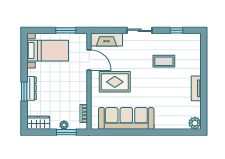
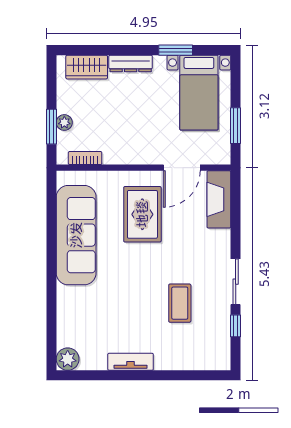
sliding door: (140, 30) -> (236, 282), moved
window: (24, 91) -> (176, 50), moved
wardrobe: (38, 123) -> (87, 67), moved, turned 90

